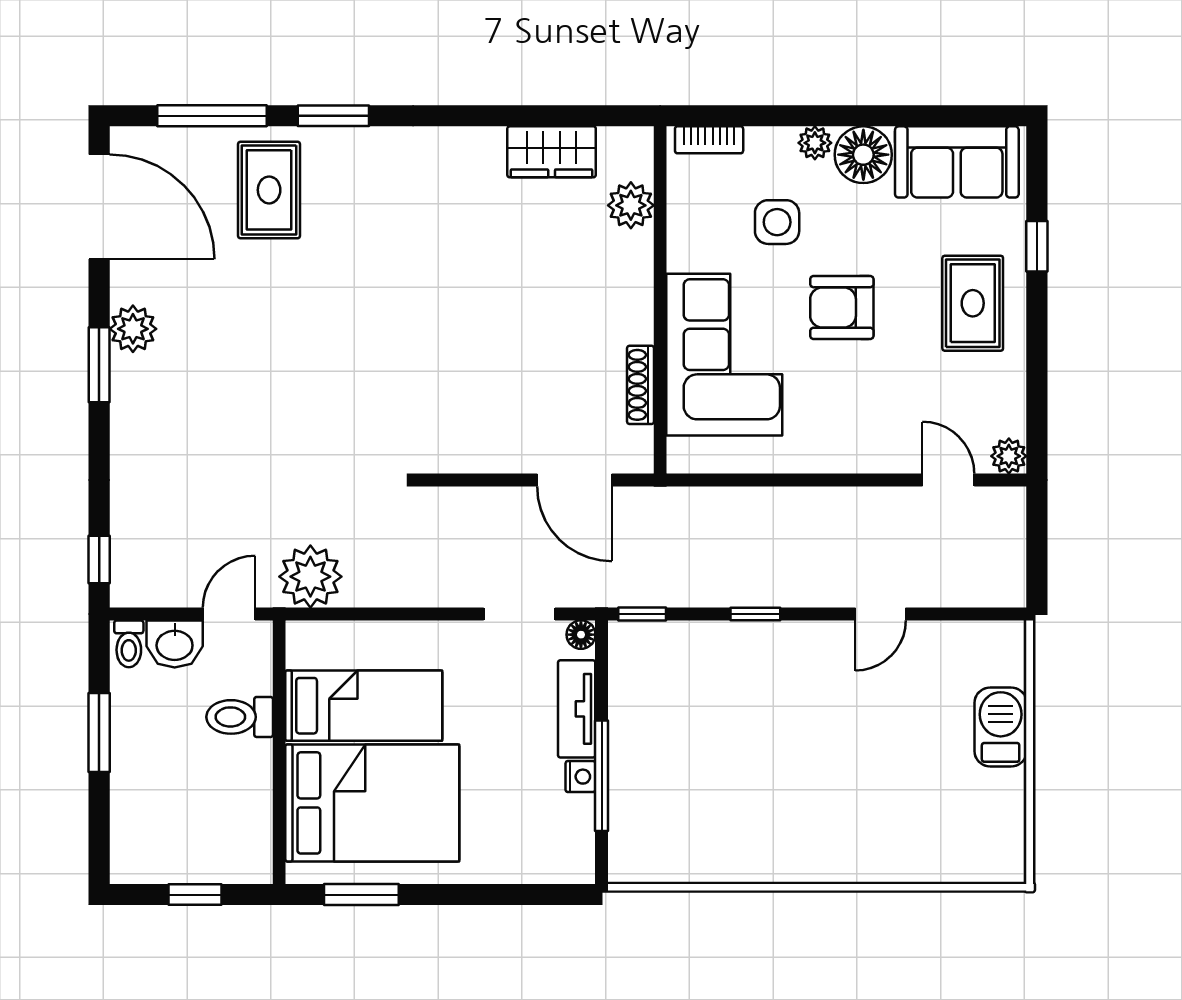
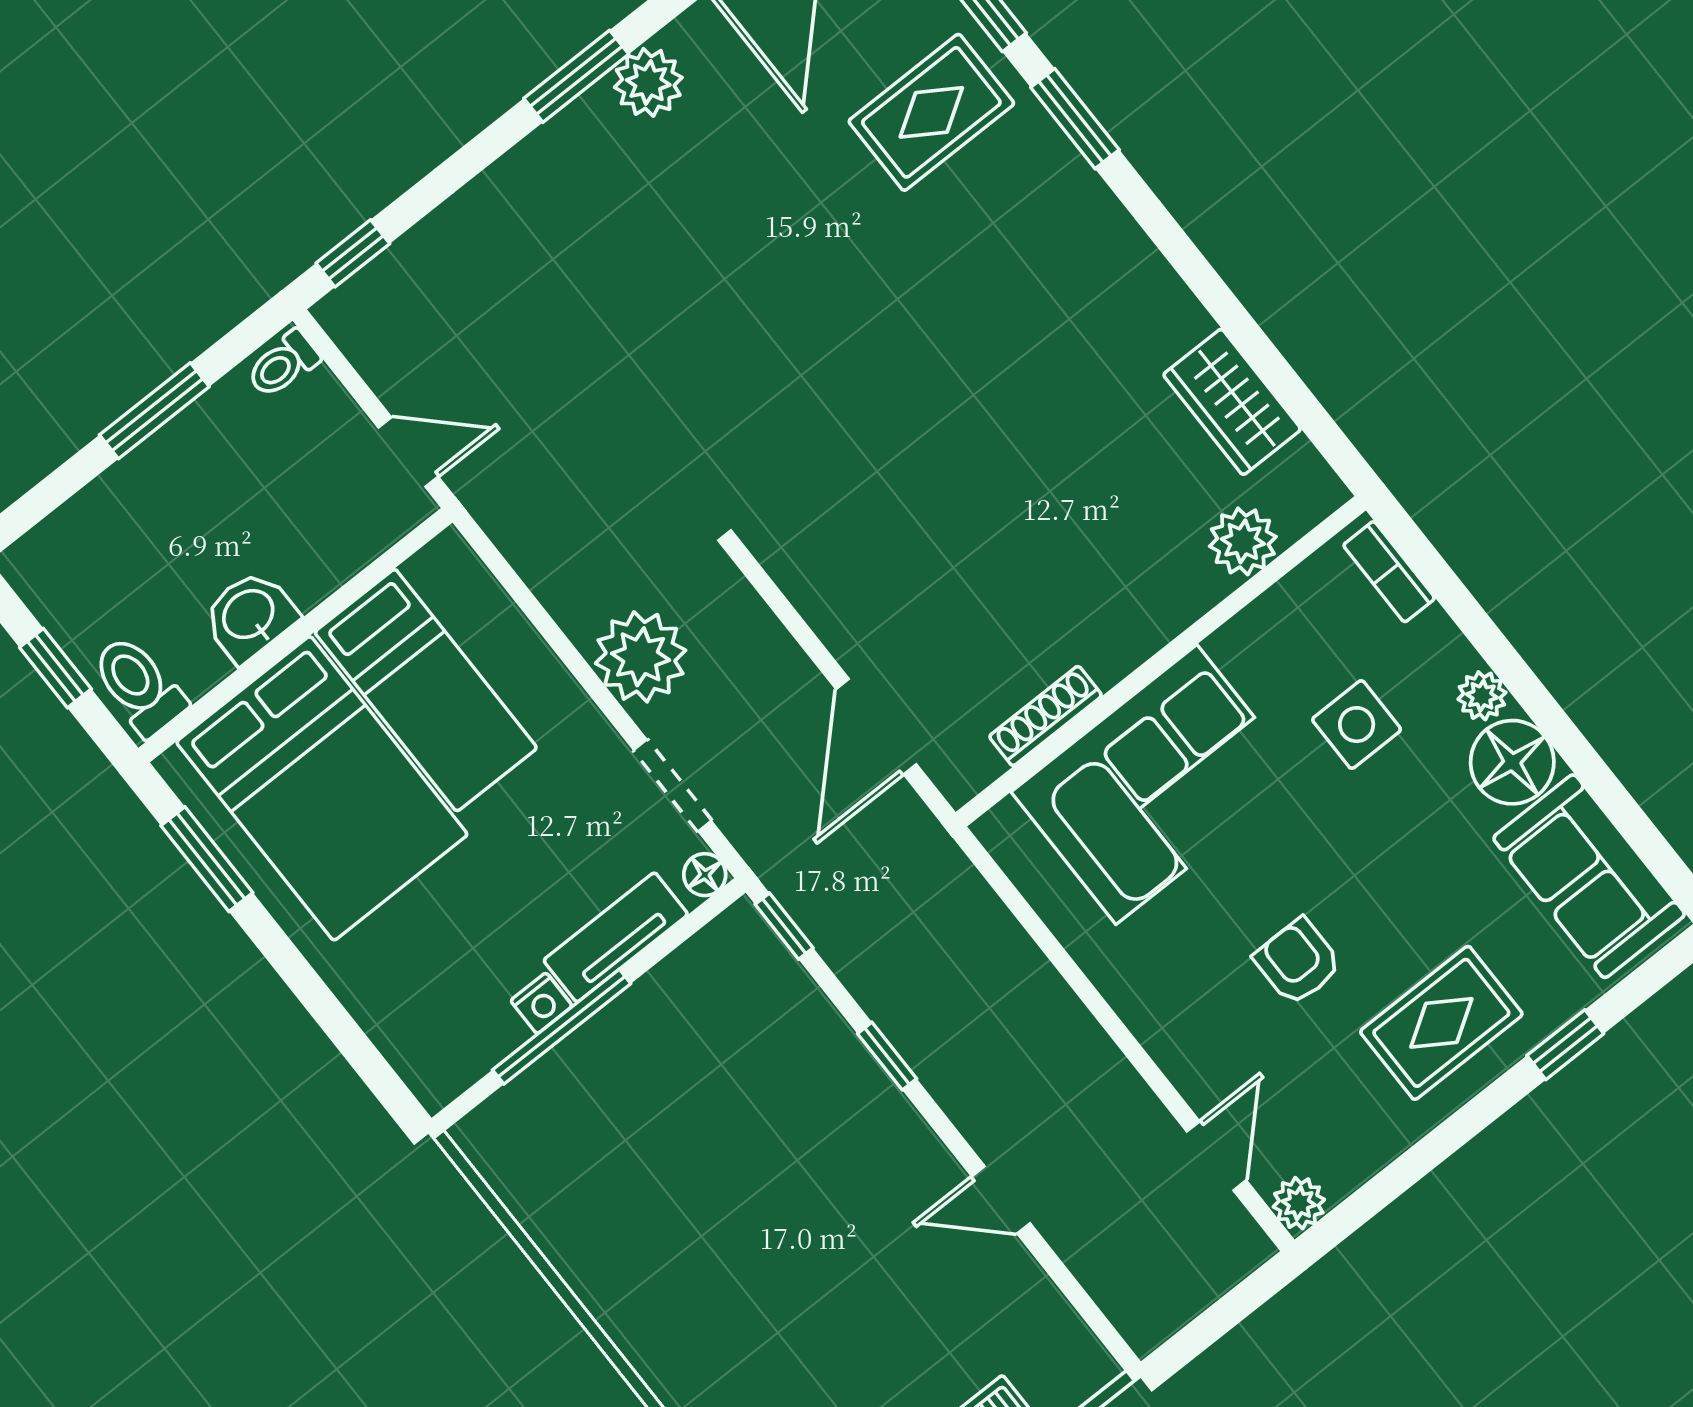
armchair: (842, 307) -> (1298, 962), moved, width x0.72, depth x0.72
plant: (310, 577) -> (641, 657), moved
washbasin: (175, 644) -> (250, 616), moved, turned 90
toilet: (240, 717) -> (139, 686), moved

